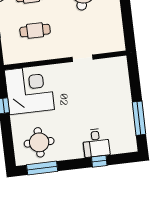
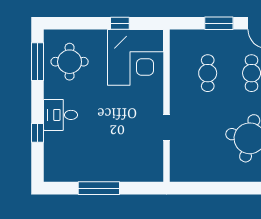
window: (139, 118) -> (99, 188), moved
desk: (96, 143) -> (61, 115), moved

